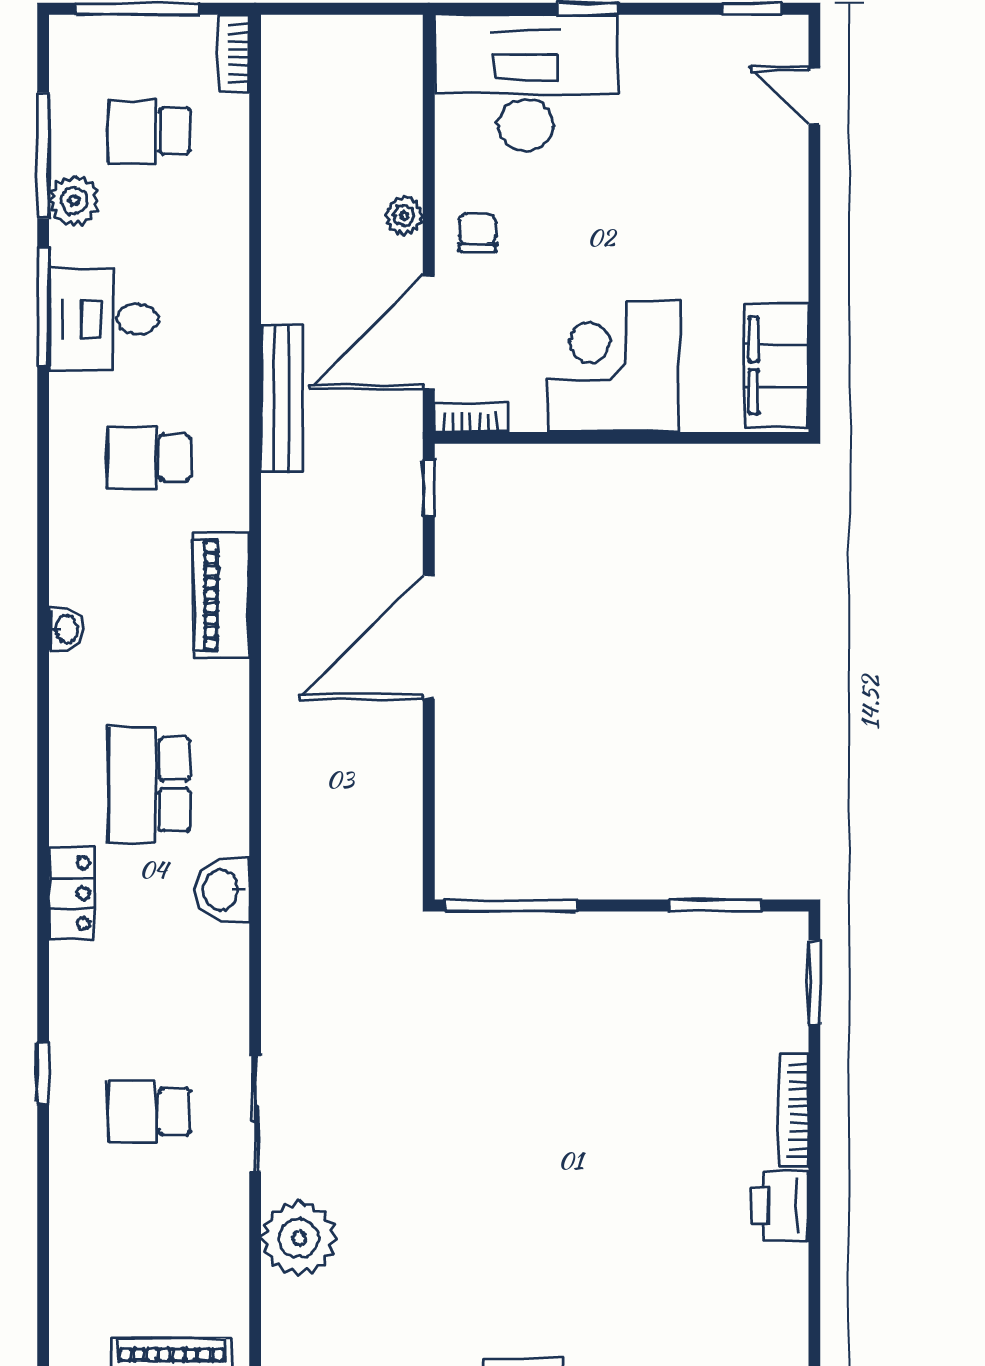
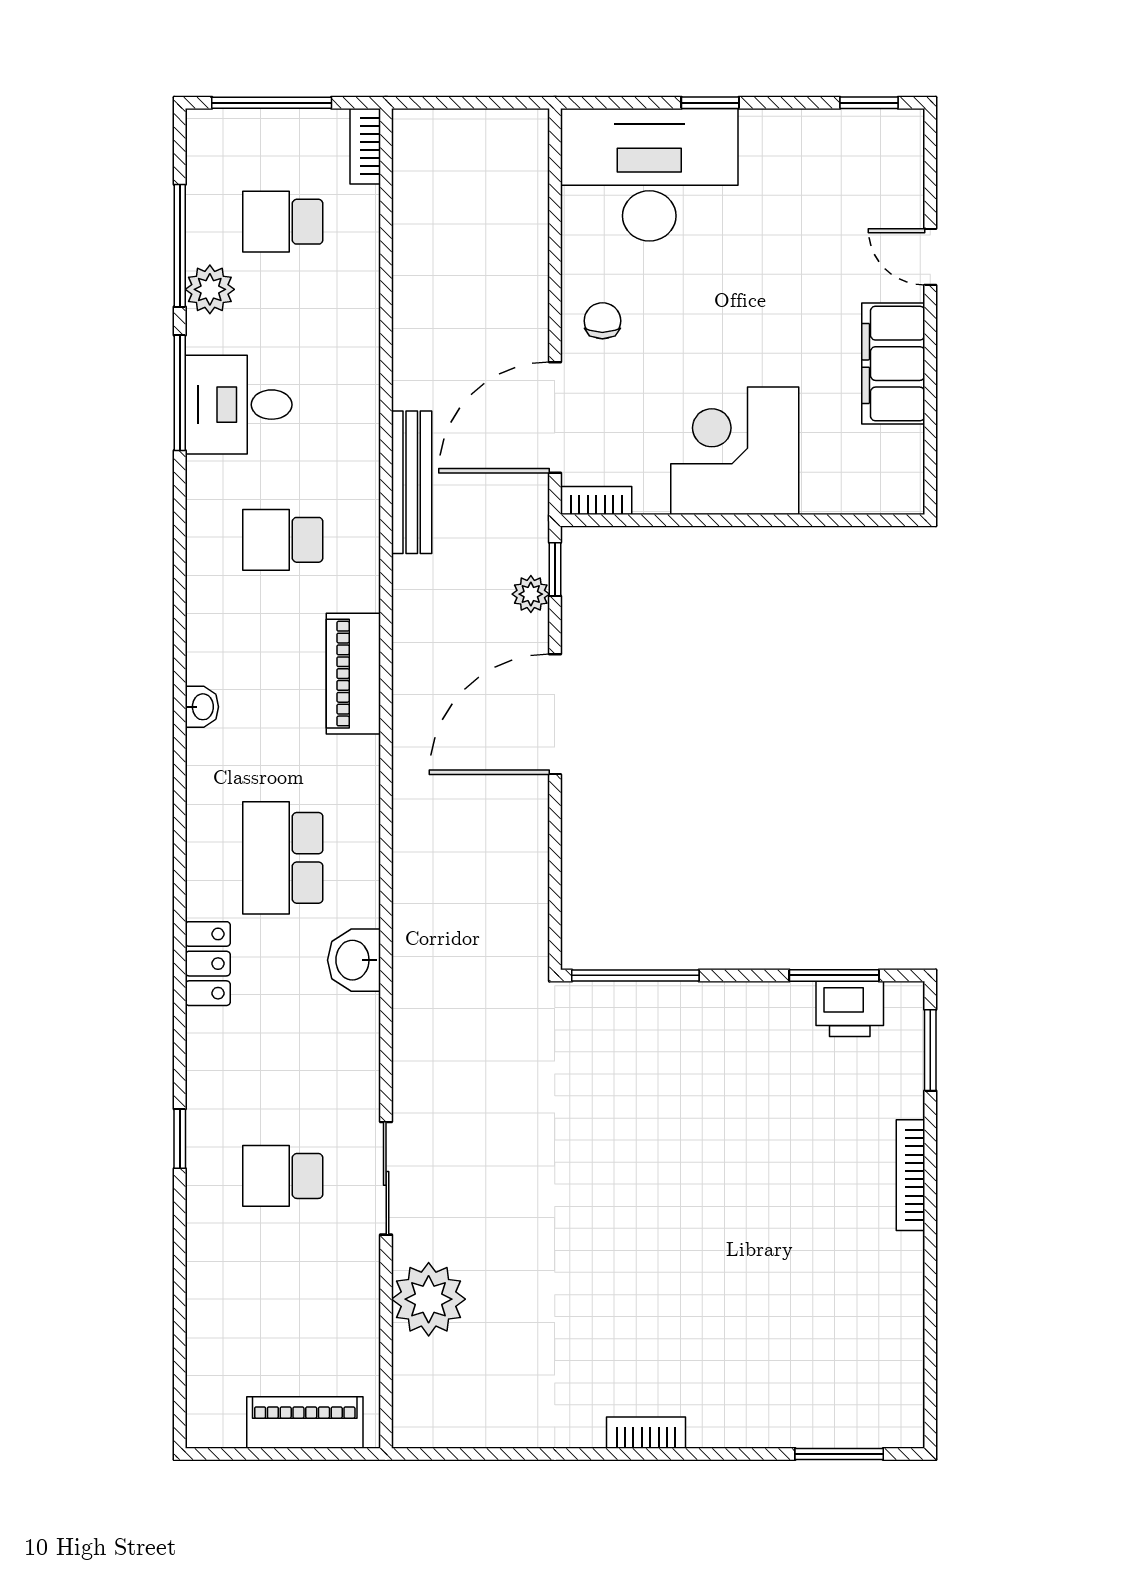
door: (814, 96) -> (930, 257), moved
plant: (404, 215) -> (531, 594), moved
filing cabinet: (776, 366) -> (893, 364), moved
printer: (780, 1206) -> (850, 1009), moved, turned -90

